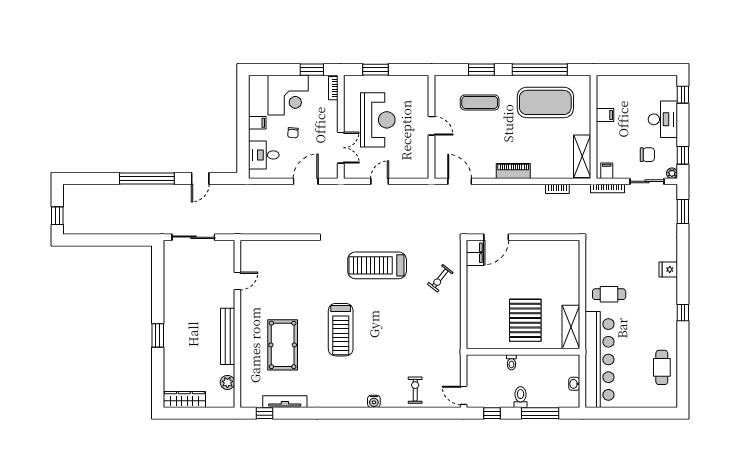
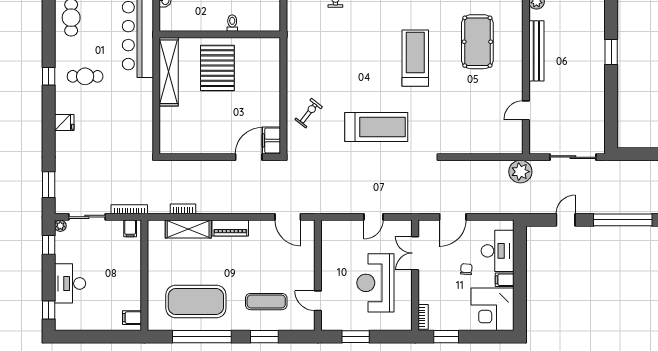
window: (376, 70) -> (356, 337), moved
corner desk: (288, 95) -> (492, 309), moved, turned -90
filing cabinet: (605, 115) -> (132, 318), moved
door: (432, 126) -> (318, 301), moved
desk: (264, 155) -> (498, 251), width x1.37
chair: (647, 155) -> (87, 246), removed
shelving: (582, 156) -> (188, 229), moved, turned 90
plant: (243, 224) -> (520, 172), added
cafe table: (609, 294) -> (85, 76), moved
shelving: (571, 327) -> (169, 72), width x1.47

